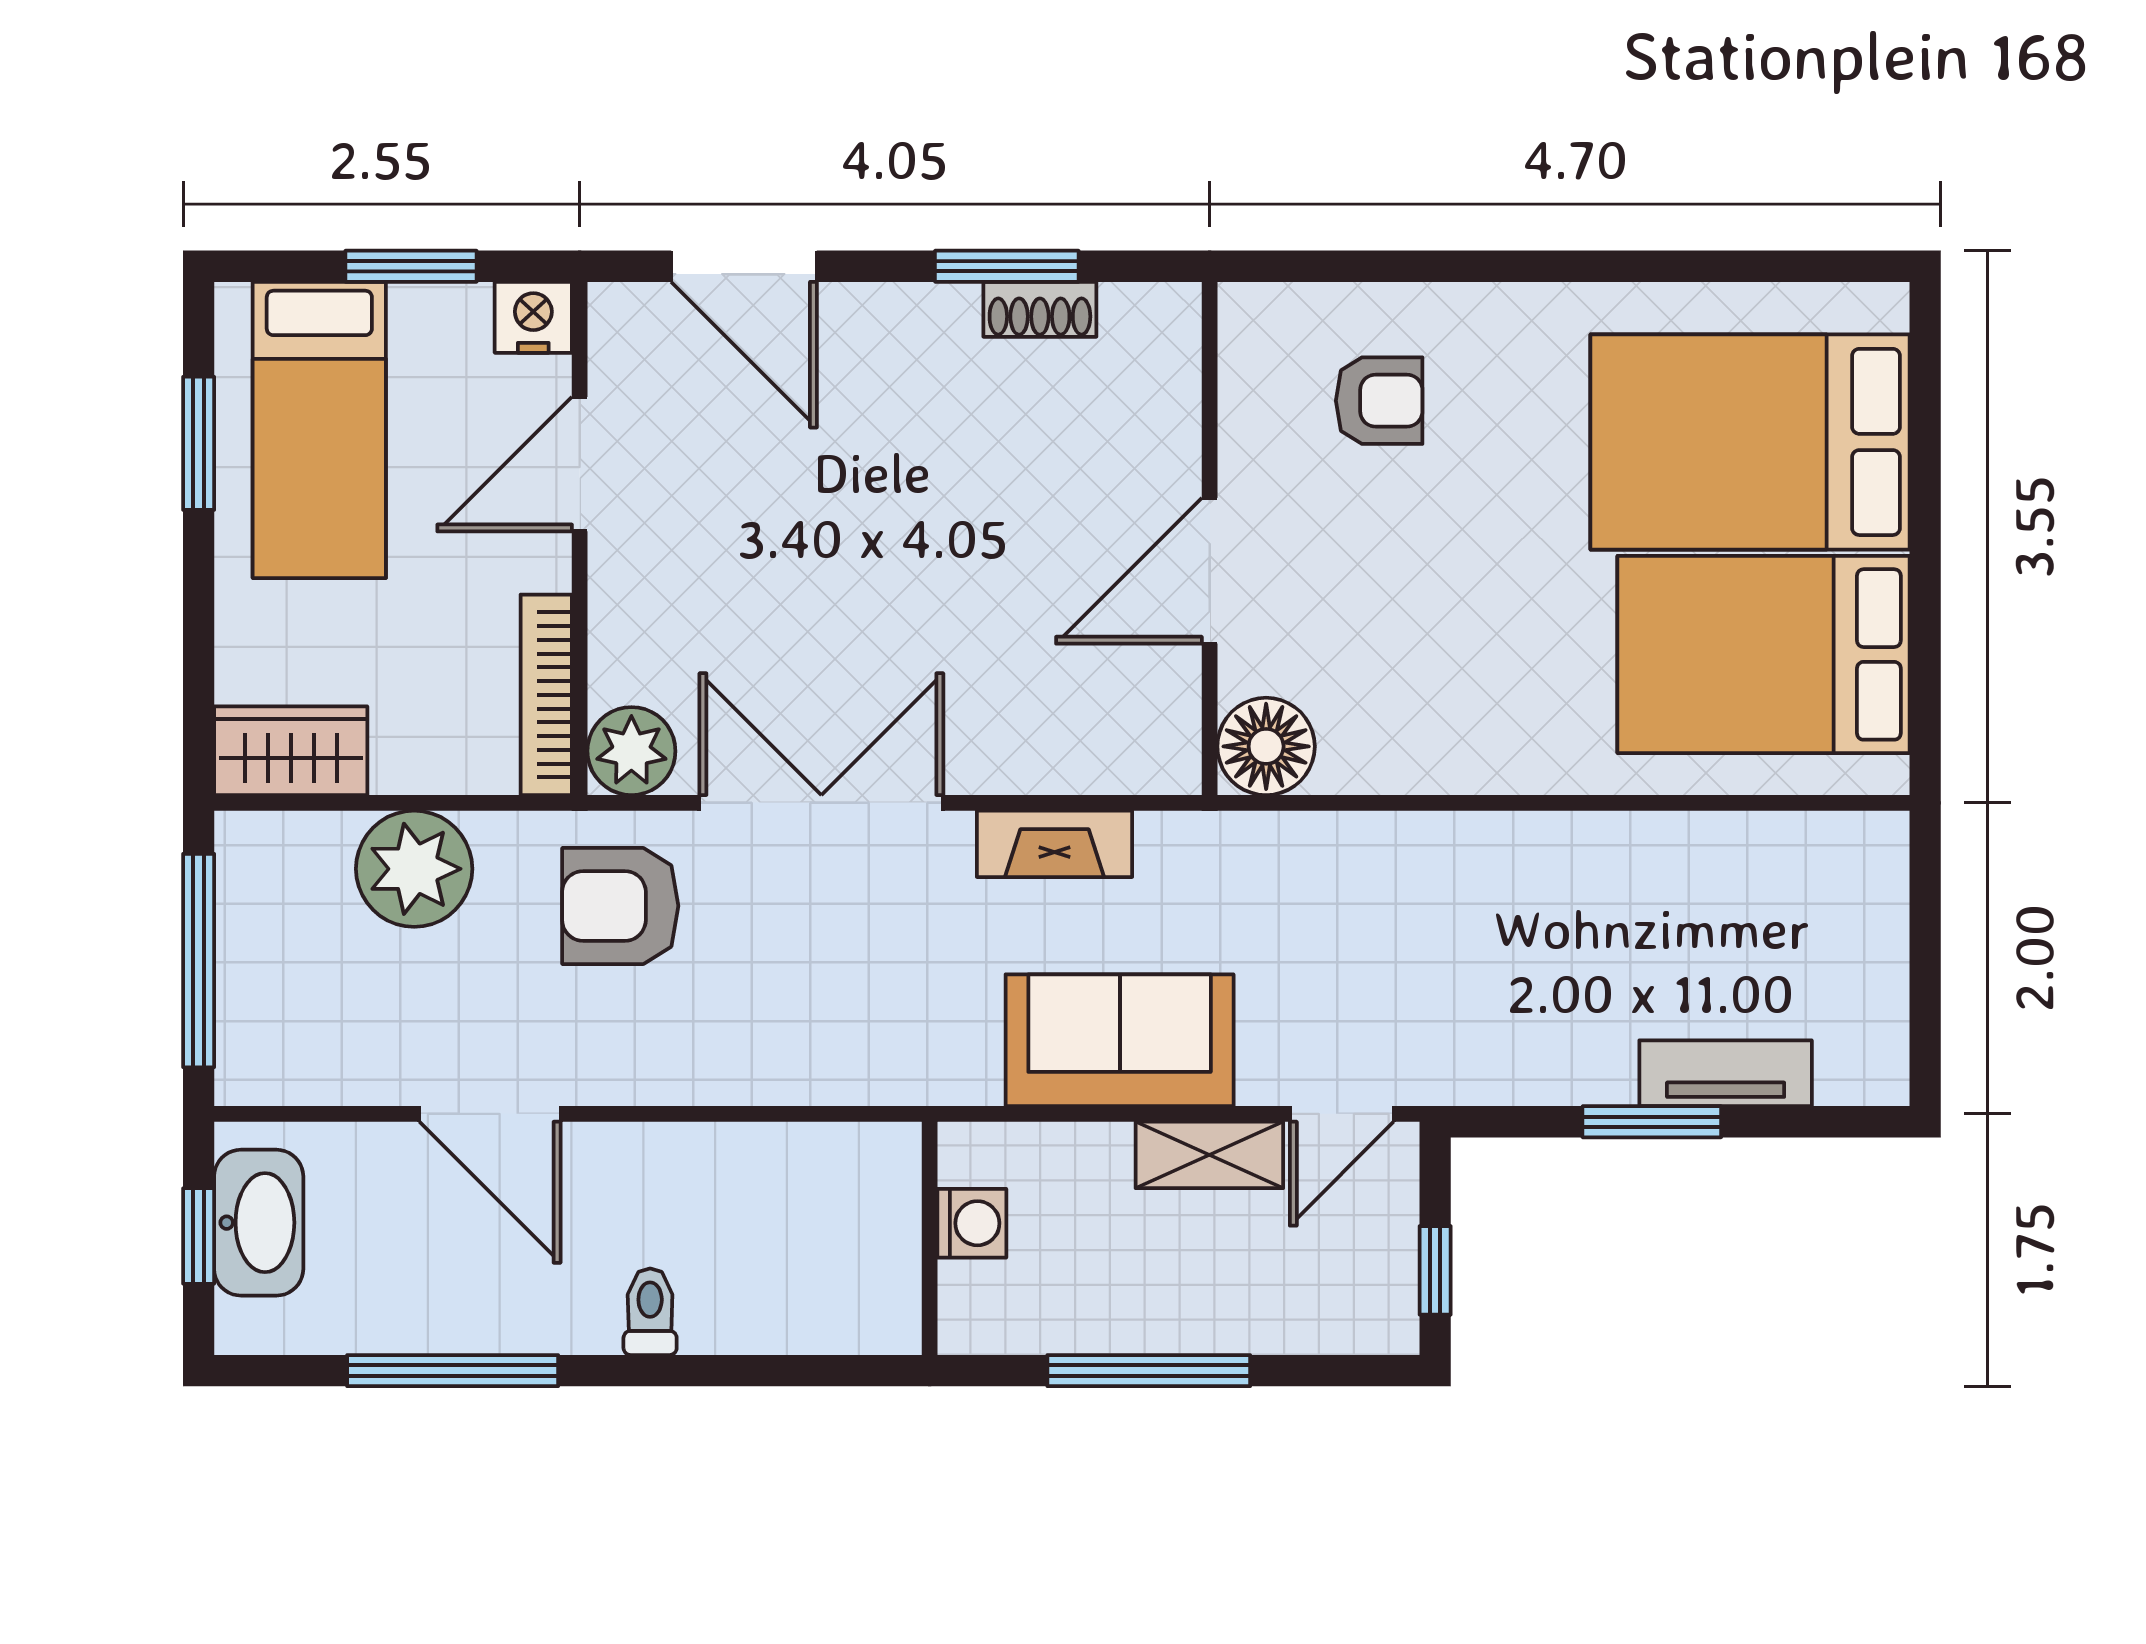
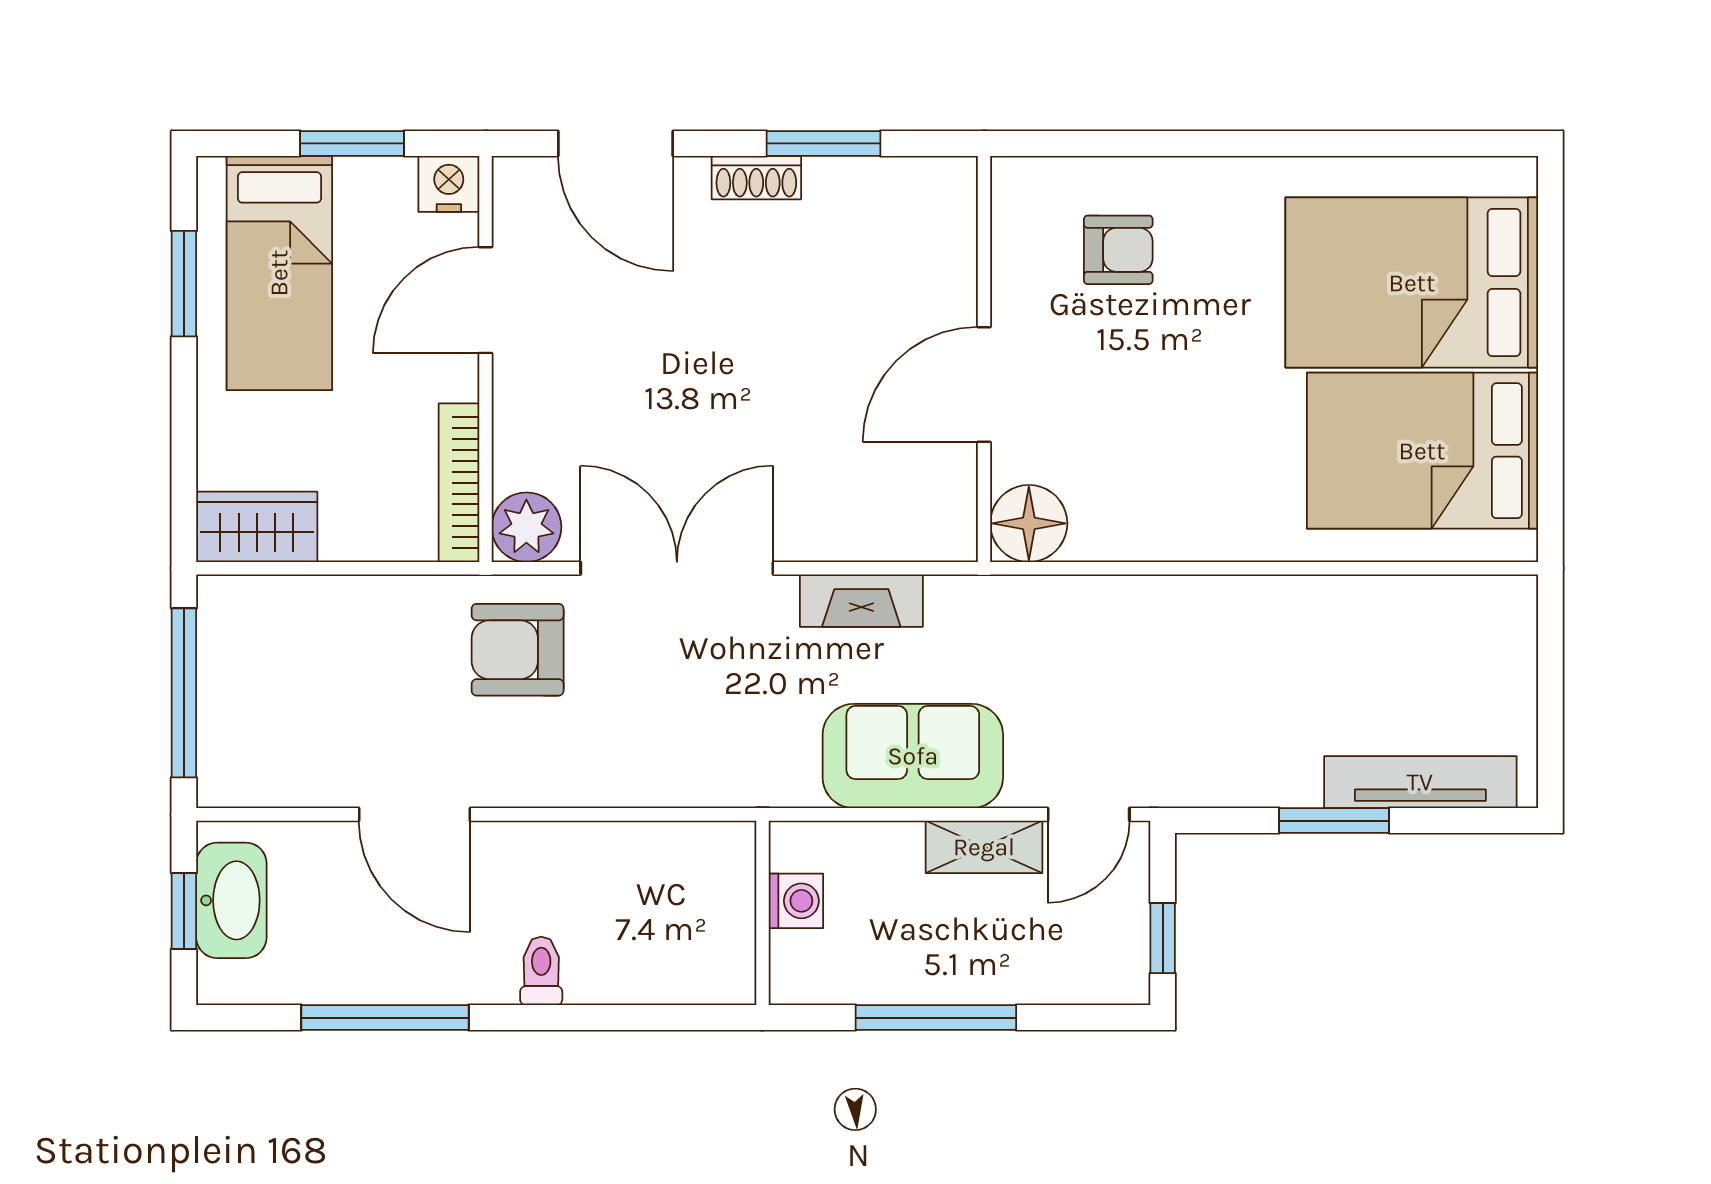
shoe rack: (1040, 309) -> (756, 178), moved
plant: (414, 869) -> (354, 620), removed
tv unit: (1726, 1073) -> (1420, 782), width x1.41

